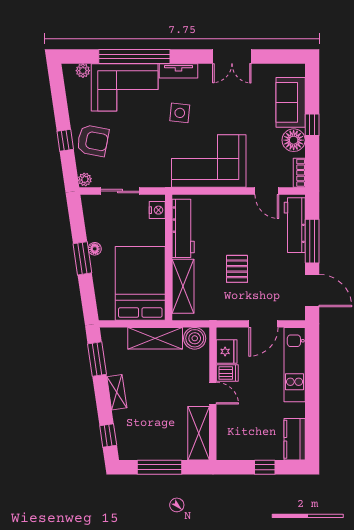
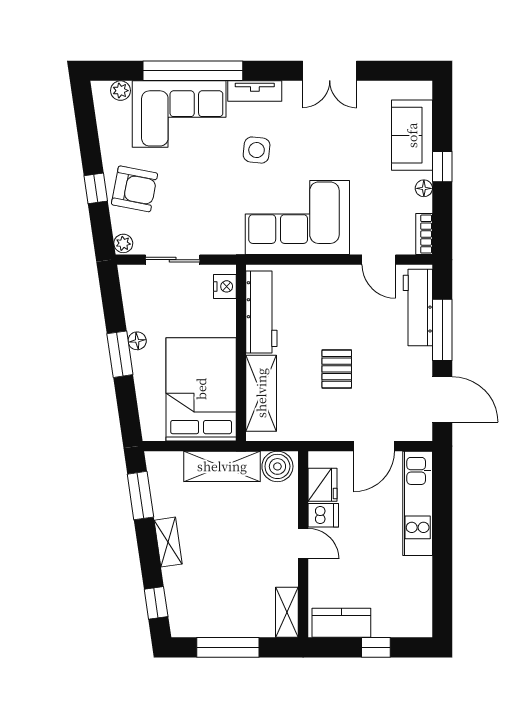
floor lamp: (294, 140) -> (424, 188), width x0.53, depth x0.53
shelving: (199, 433) -> (287, 612), width x0.67, depth x0.75
kitchen counter: (295, 439) -> (341, 623), moved, turned 90

